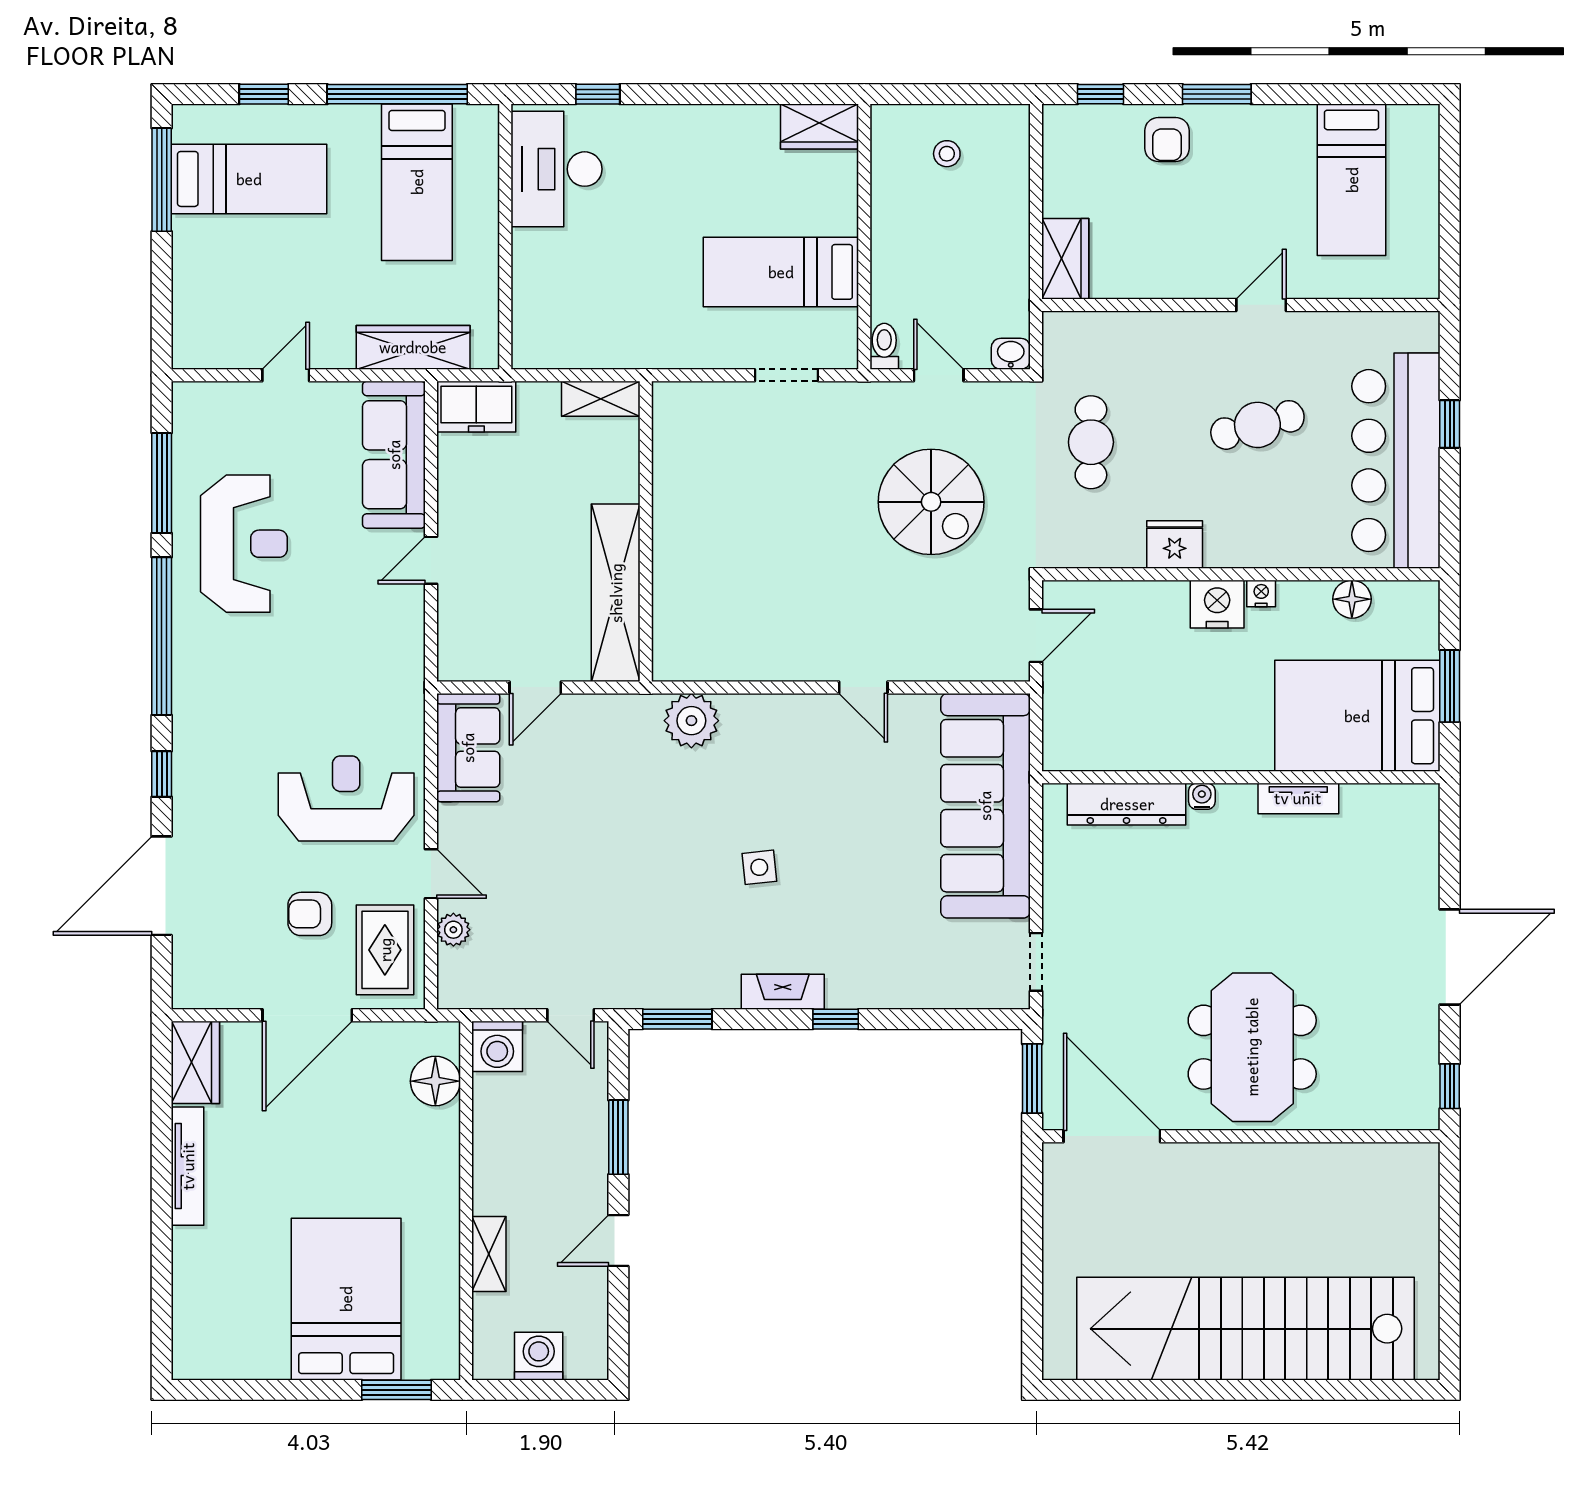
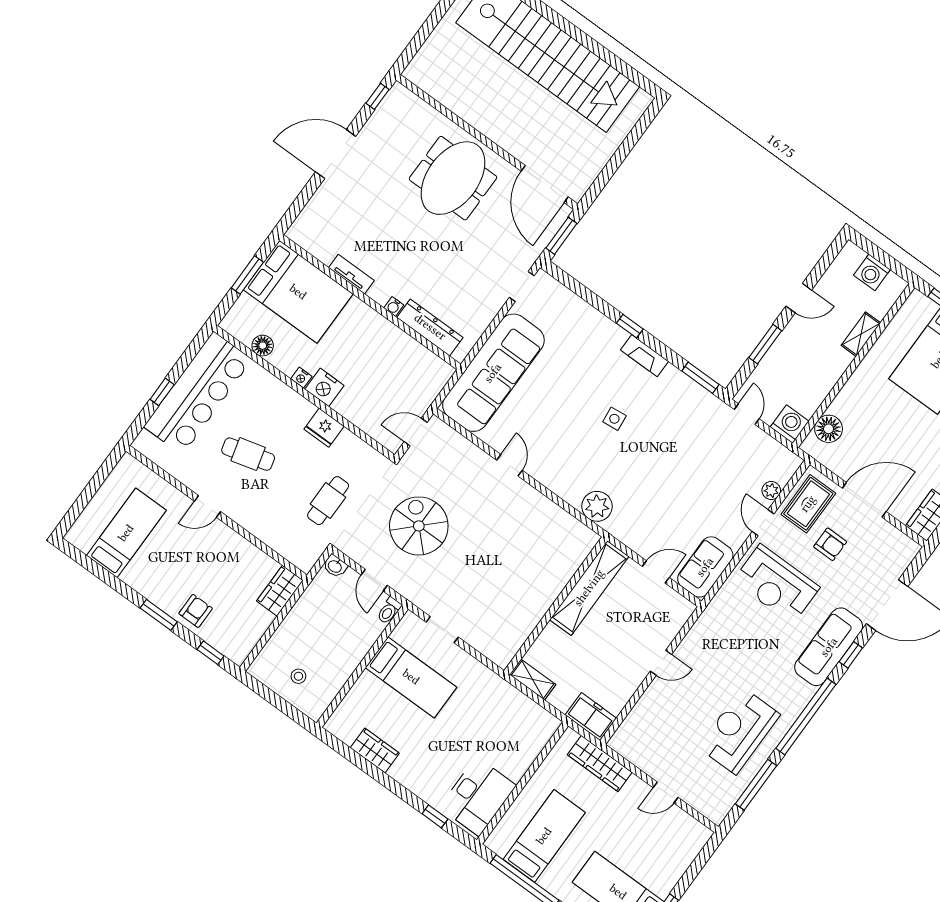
wardrobe: (820, 127) -> (375, 750), moved
sofa: (394, 455) -> (829, 647), moved, turned 180

